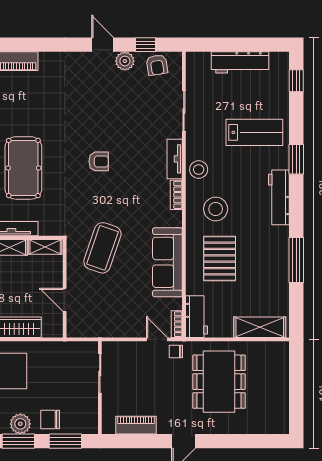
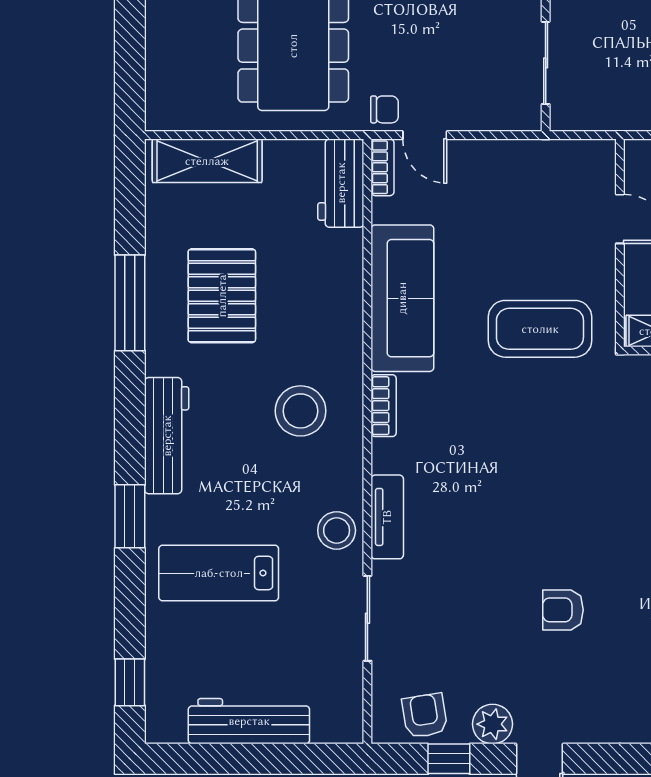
armchair: (99, 161) -> (563, 610), moved
stool: (199, 170) -> (337, 530), moved
bookcase: (176, 195) -> (384, 406), moved
coffee table: (102, 248) -> (540, 329), turned 71
pallet: (220, 258) -> (222, 296), moved

